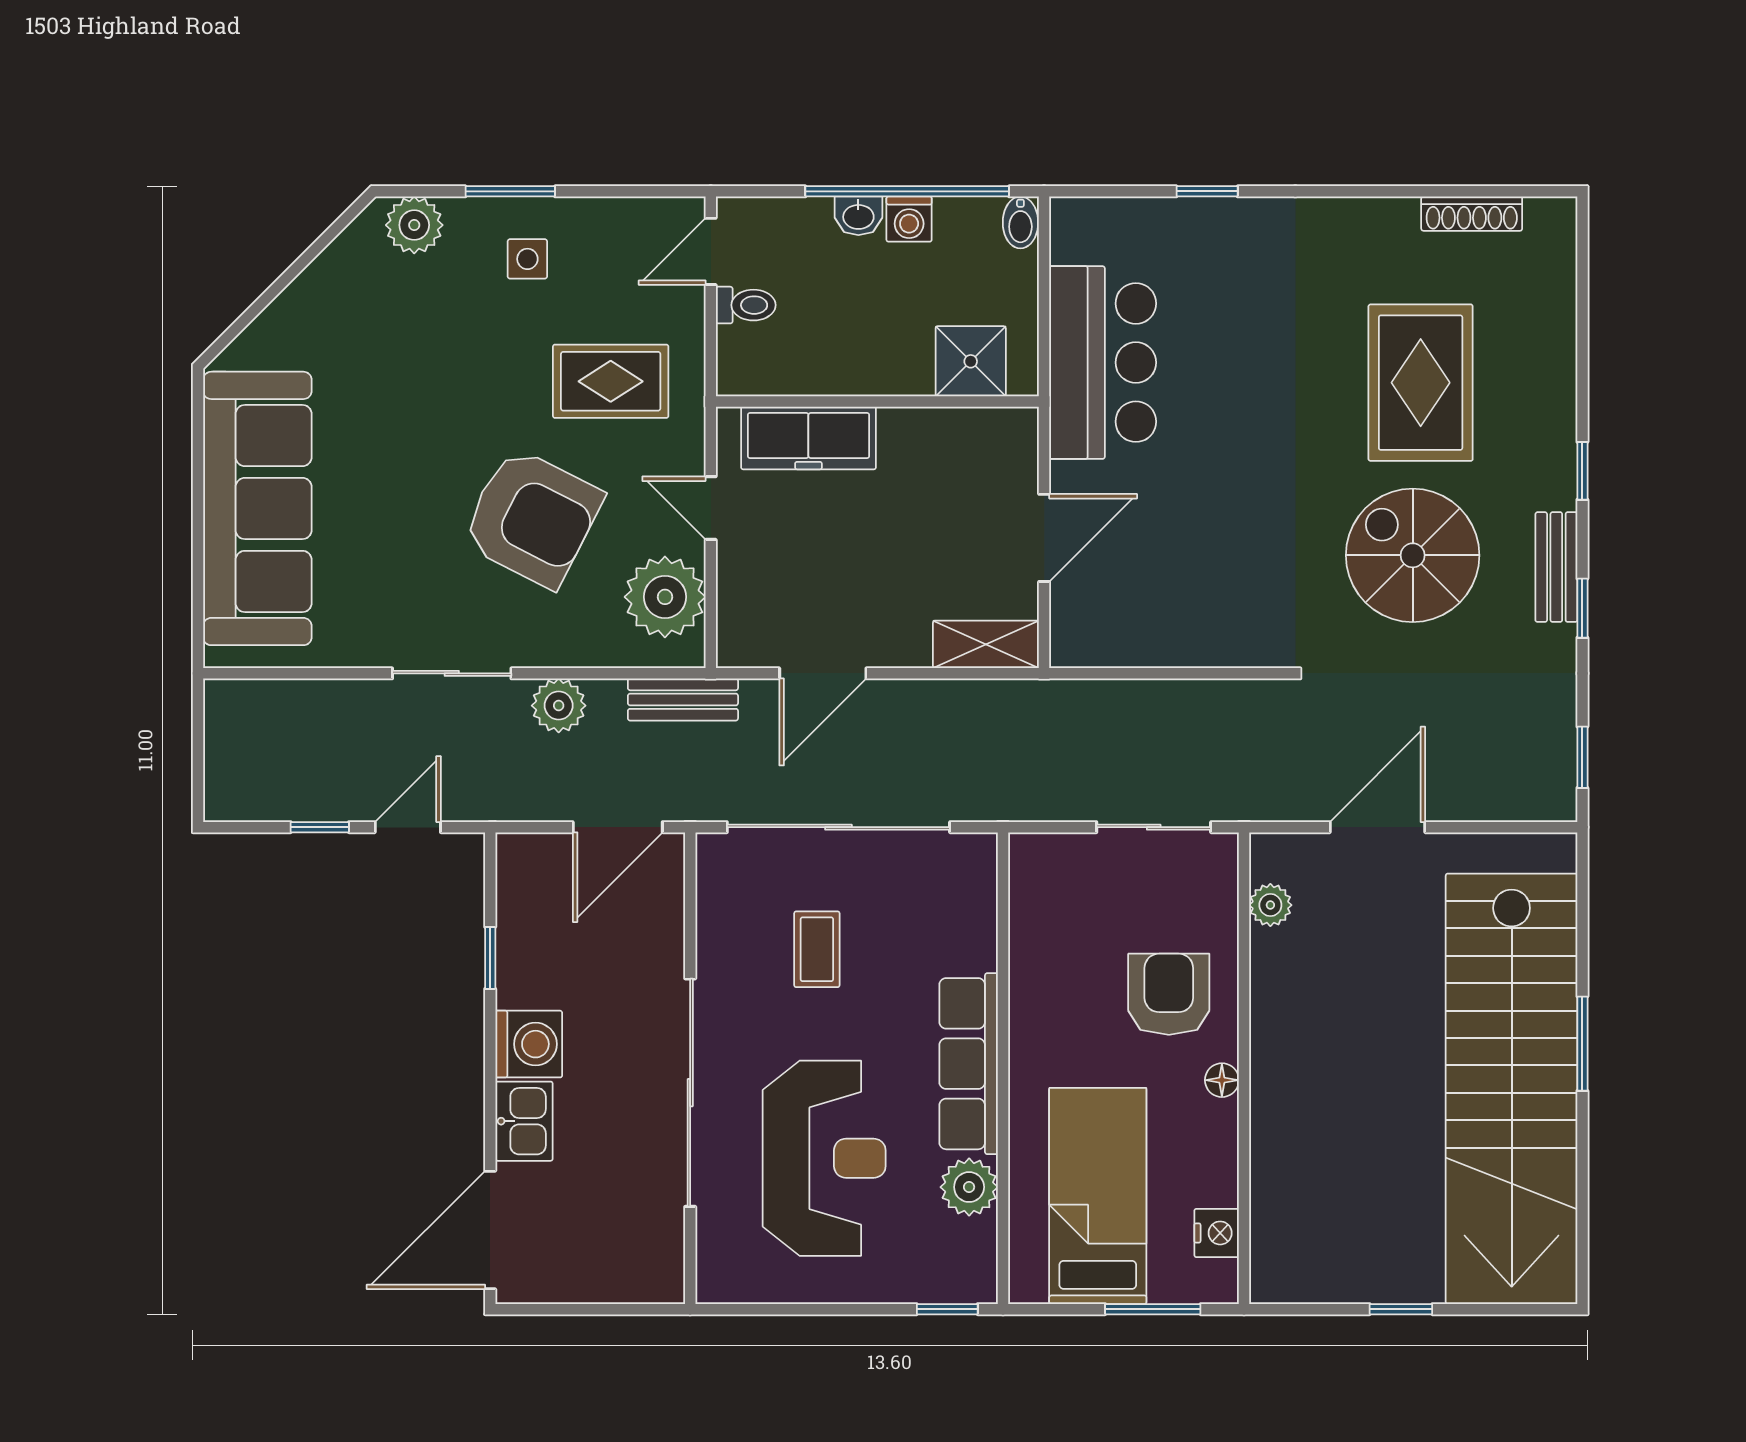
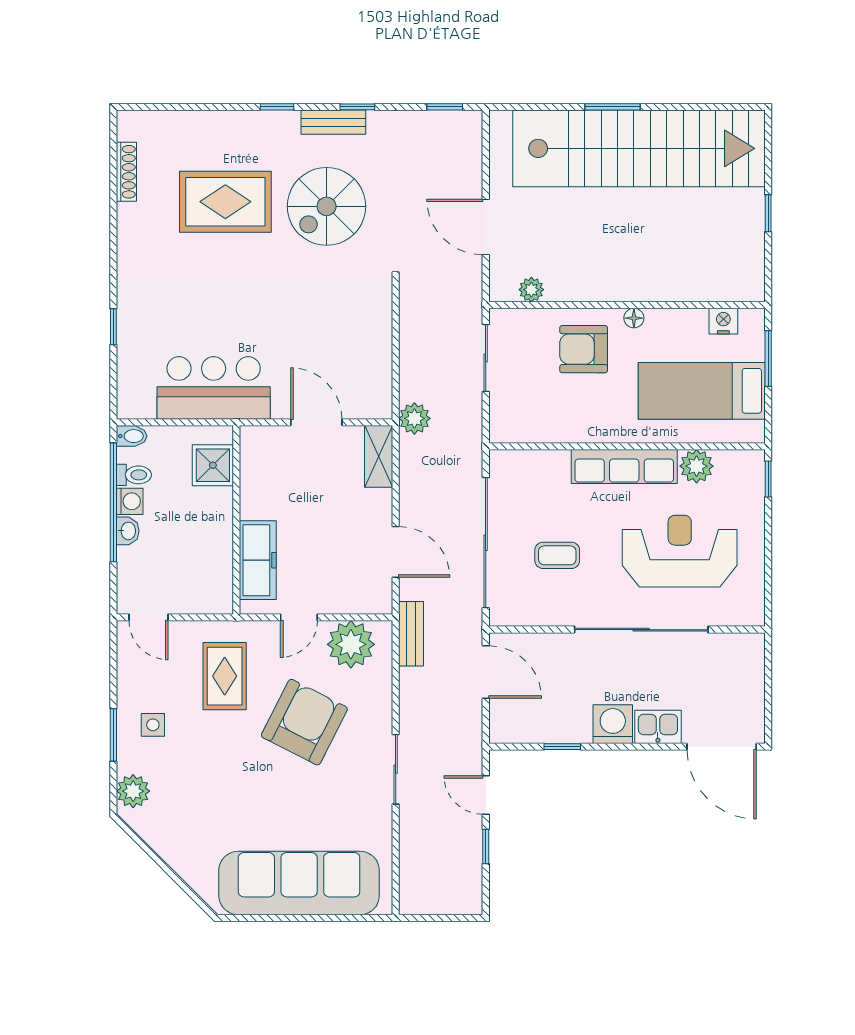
toilet: (746, 305) -> (134, 475), moved, turned 90
plant: (559, 706) -> (414, 418), moved

